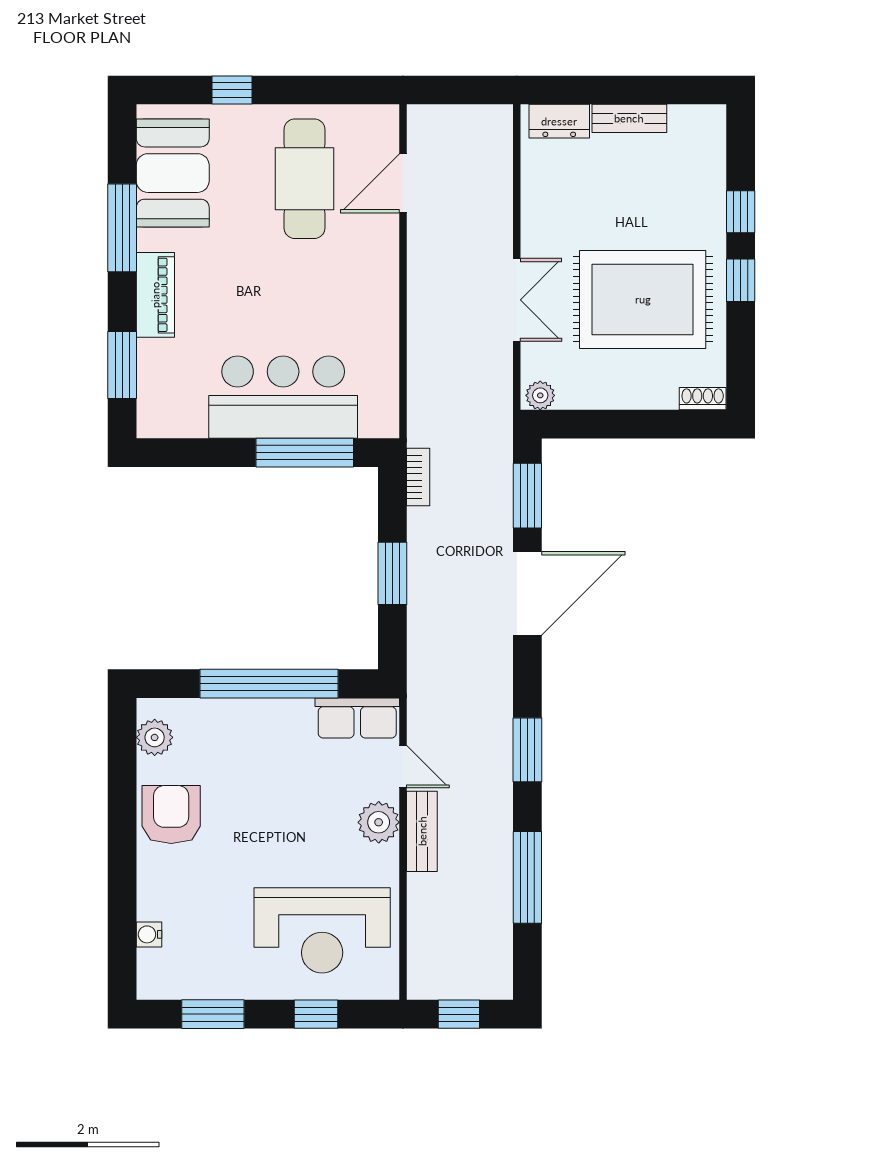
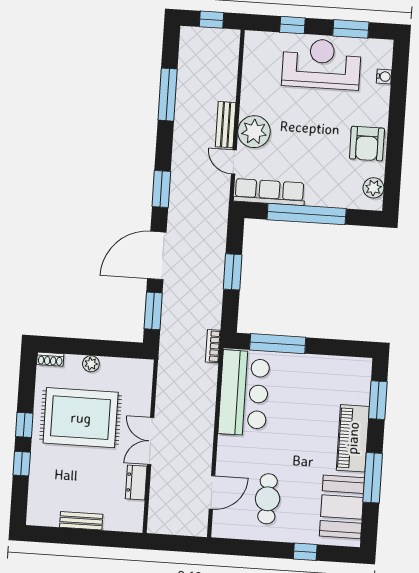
dresser: (559, 121) -> (136, 482), moved, turned -90
cafe table: (304, 179) -> (268, 499), width x0.73, depth x0.74
piano: (155, 295) -> (353, 438), width x1.37, depth x1.33
double door: (517, 300) -> (151, 441), moved
plant: (540, 395) -> (91, 364), moved
bar counter: (283, 397) -> (244, 393), moved, turned -90
bookcase: (418, 477) -> (213, 346), moved
row of seats: (357, 718) -> (269, 192), width x1.48
window: (527, 750) -> (161, 189), moved
plant: (379, 822) -> (254, 132), width x1.36, depth x1.36
reception desk: (322, 930) -> (321, 64), moved

